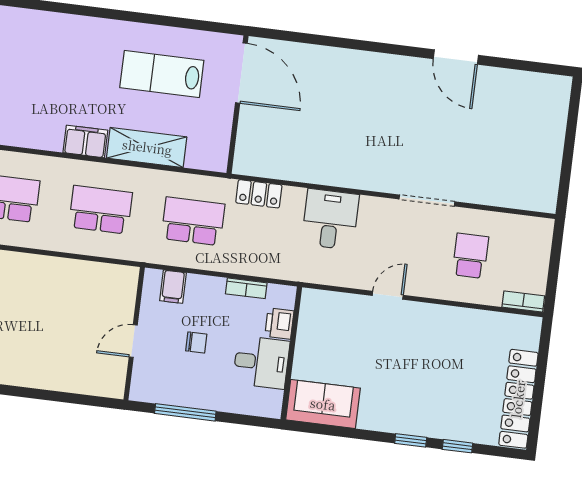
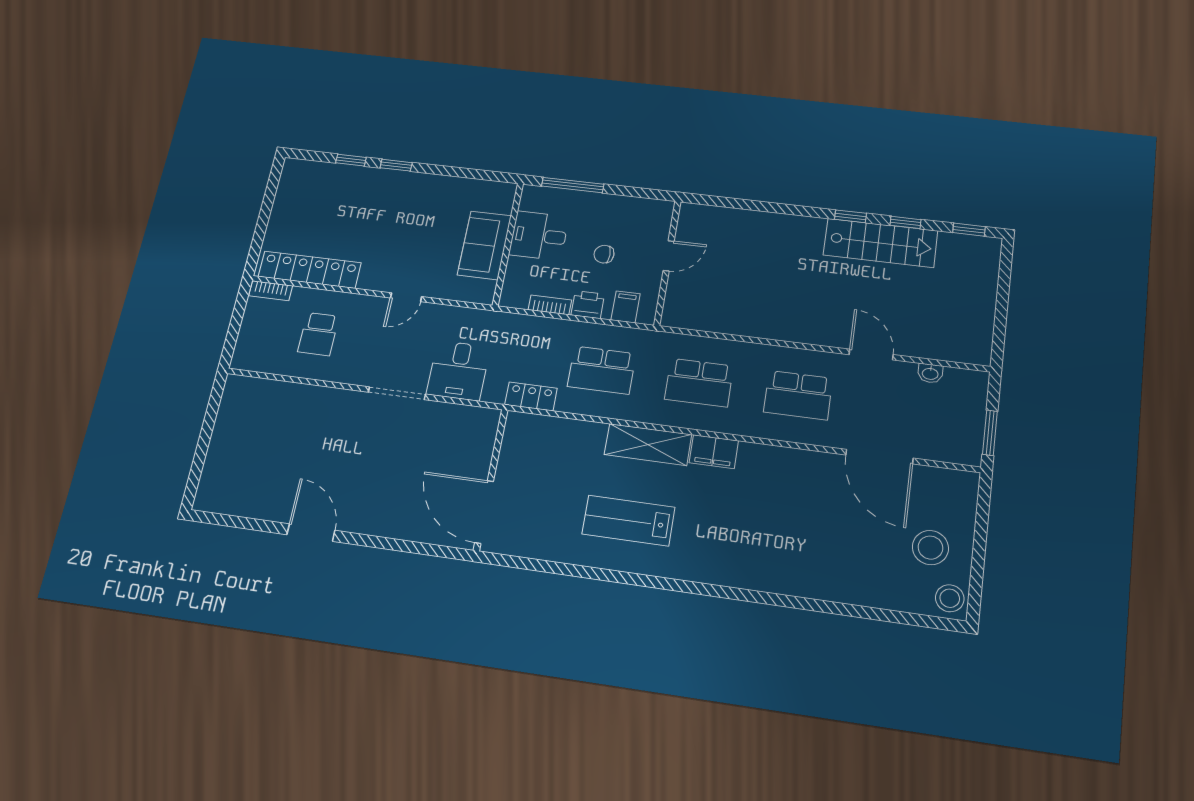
door: (241, 73) -> (484, 512), moved
lab bench: (162, 74) -> (628, 521), turned 180
wall: (237, 105) -> (491, 479), moved
doorway: (427, 200) -> (397, 393), moved
printer: (279, 324) -> (588, 305), moved, turned -90
locker: (518, 399) -> (310, 270), moved, turned -90
sofa: (323, 404) -> (484, 245), moved, turned 90
window: (185, 412) -> (573, 185), moved

